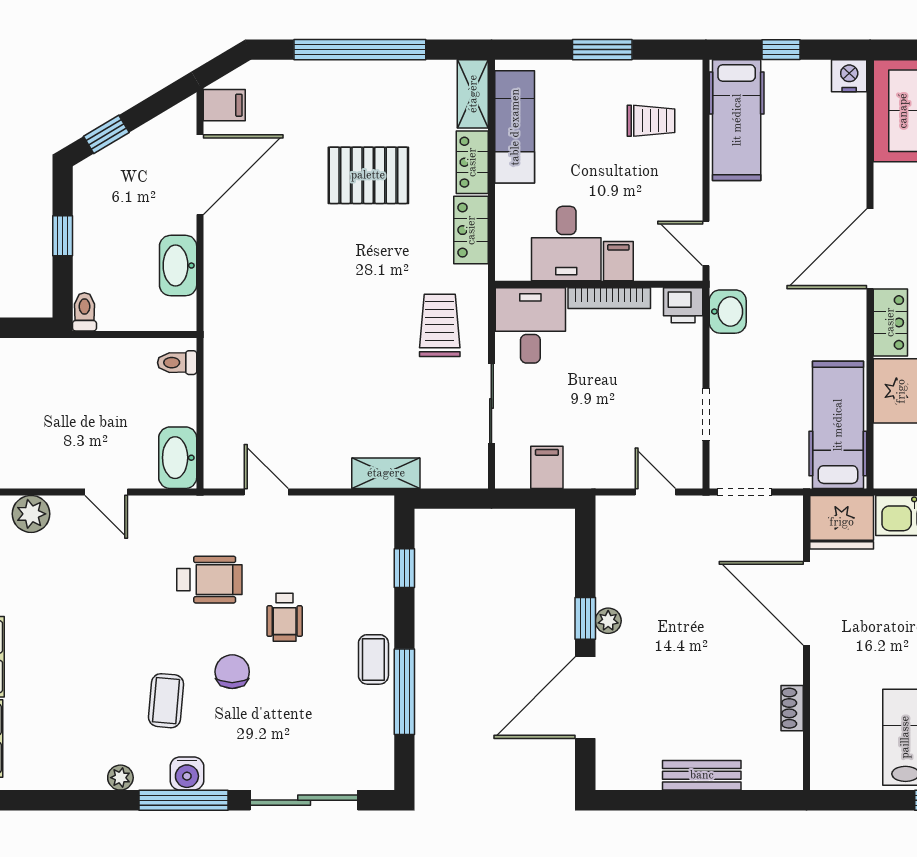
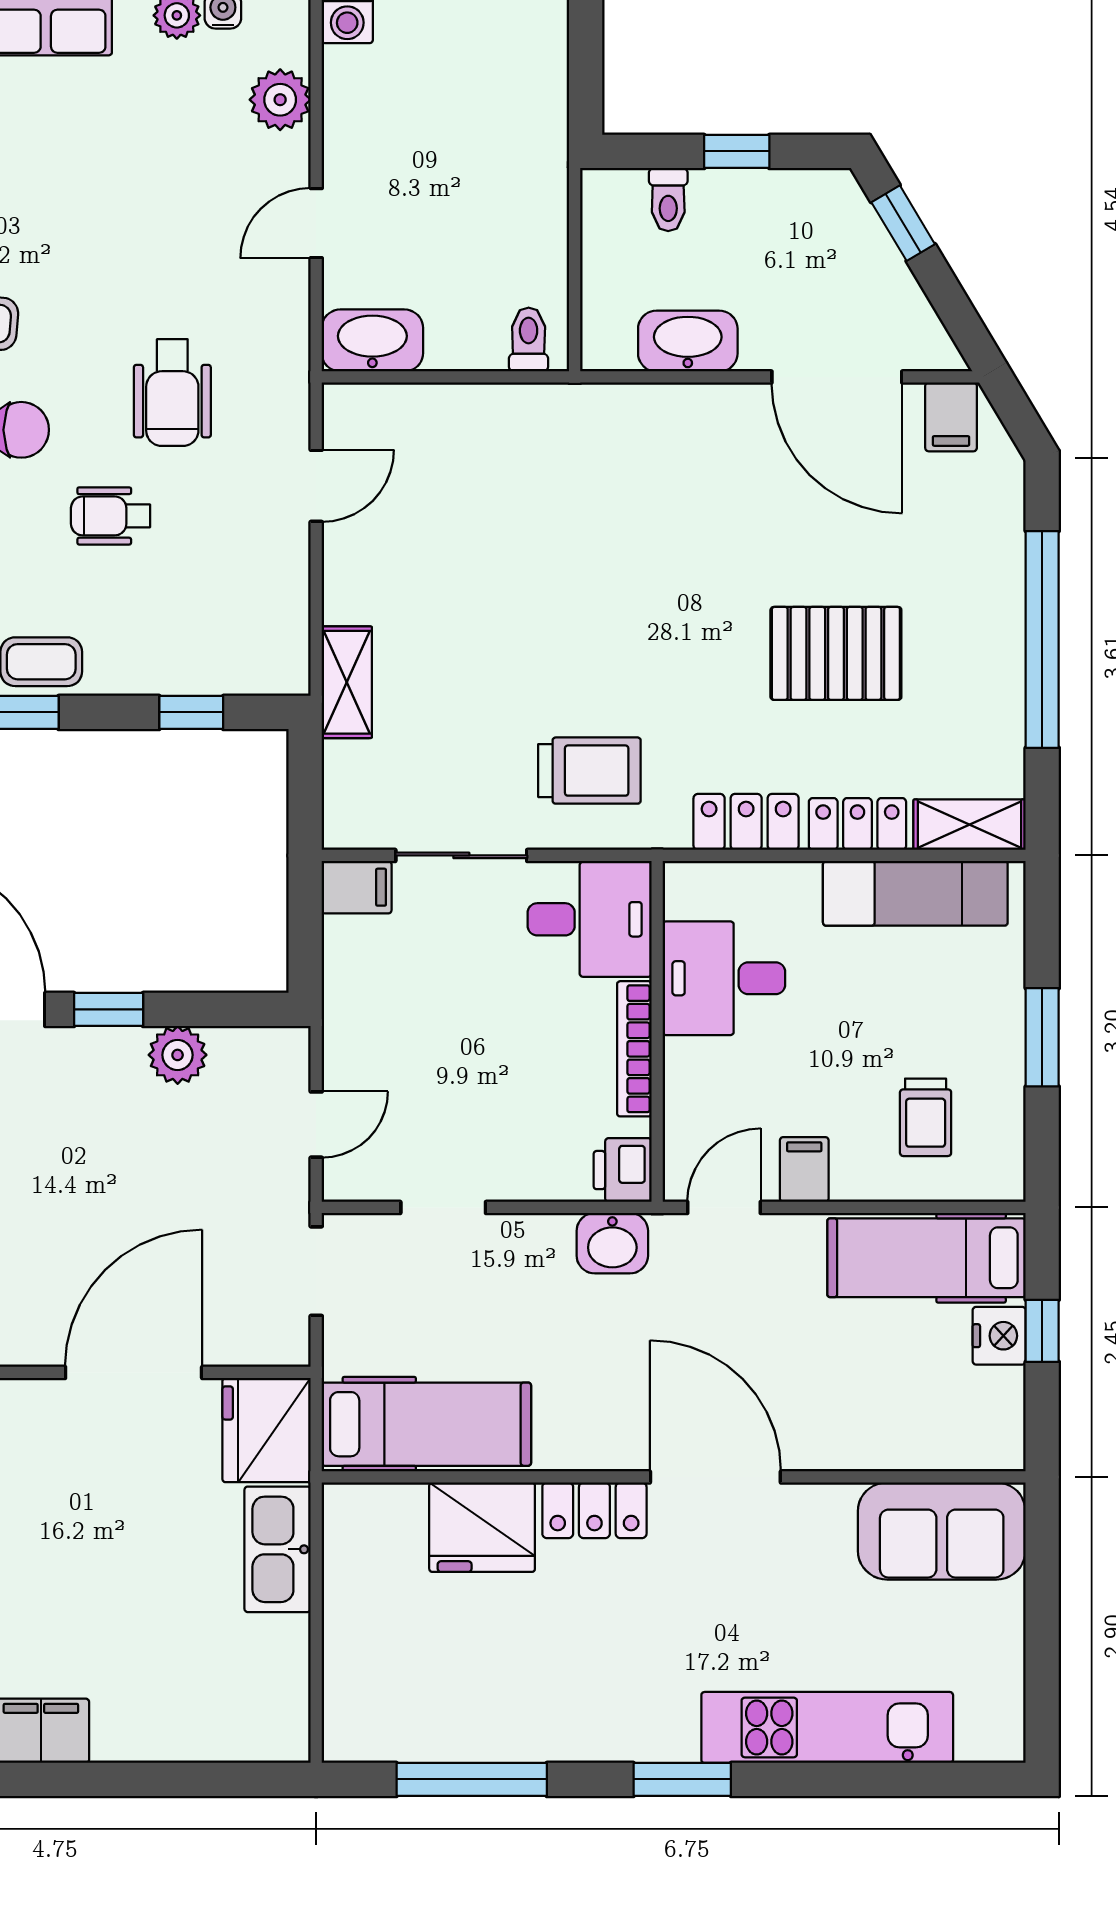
nightstand: (849, 76) -> (999, 1336), moved
pallet: (368, 175) -> (836, 653), turned 90
filing cabinet: (618, 261) -> (804, 1170), moved, turned -90
toilet: (84, 312) -> (668, 200), moved, turned 90
filing cabinet: (547, 467) -> (357, 887), moved
plant: (608, 621) -> (178, 1055), moved, width x1.38, depth x1.38

